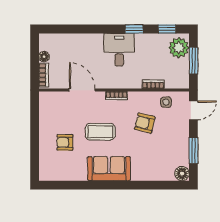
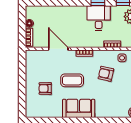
desk: (119, 50) -> (99, 18), moved

